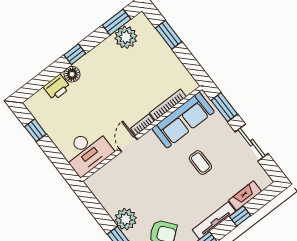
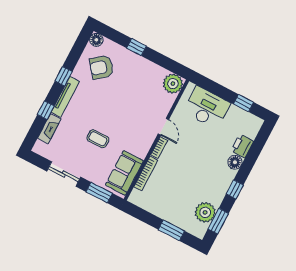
window: (75, 54) -> (235, 189), moved
sofa: (183, 120) -> (124, 173), width x0.73
desk: (87, 151) -> (207, 108), moved, turned 90
plant: (126, 219) -> (173, 84), moved

